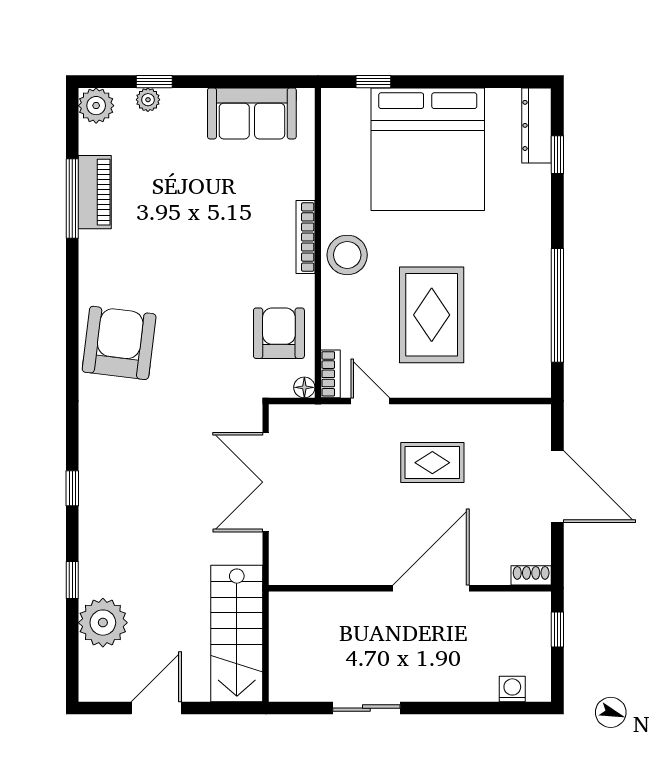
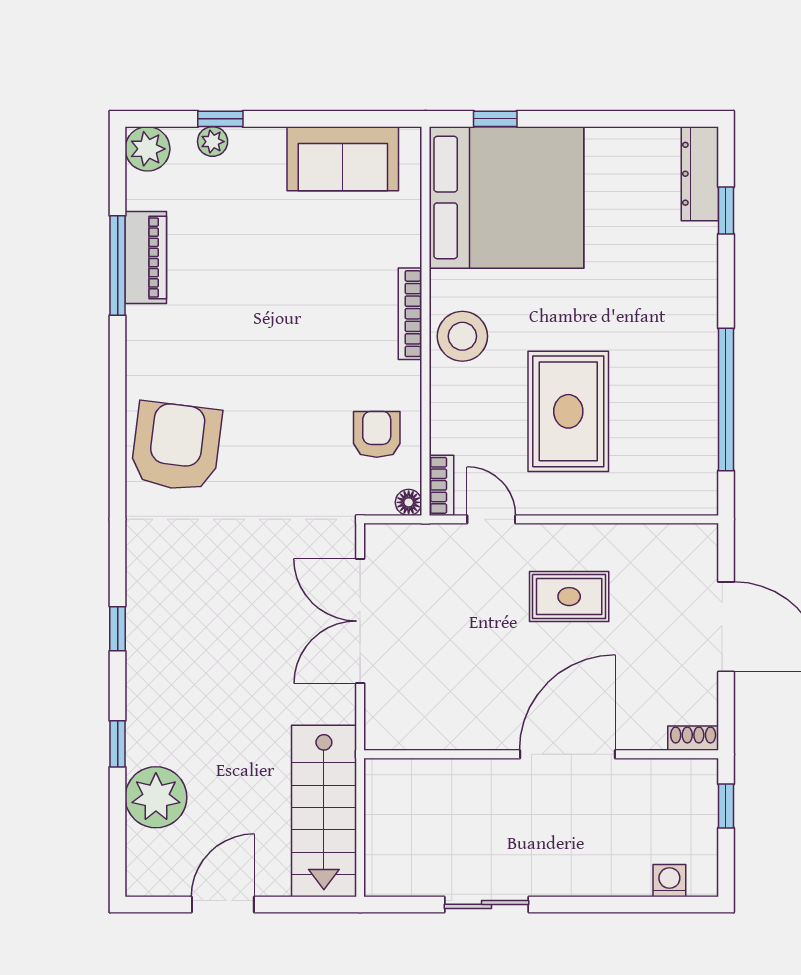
bed: (428, 149) -> (507, 197), moved, turned -90
armchair: (279, 333) -> (377, 434), width x0.72, depth x0.72

